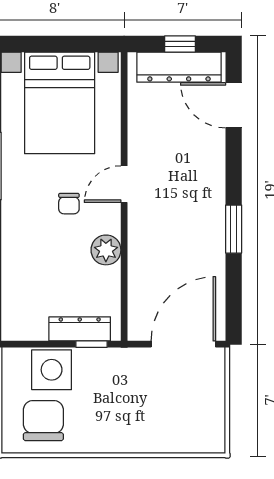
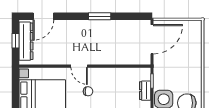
plant: (106, 250) -> (109, 74), removed
dresser: (80, 329) -> (145, 91), width x0.70
door: (183, 344) -> (152, 39), swing flipped

